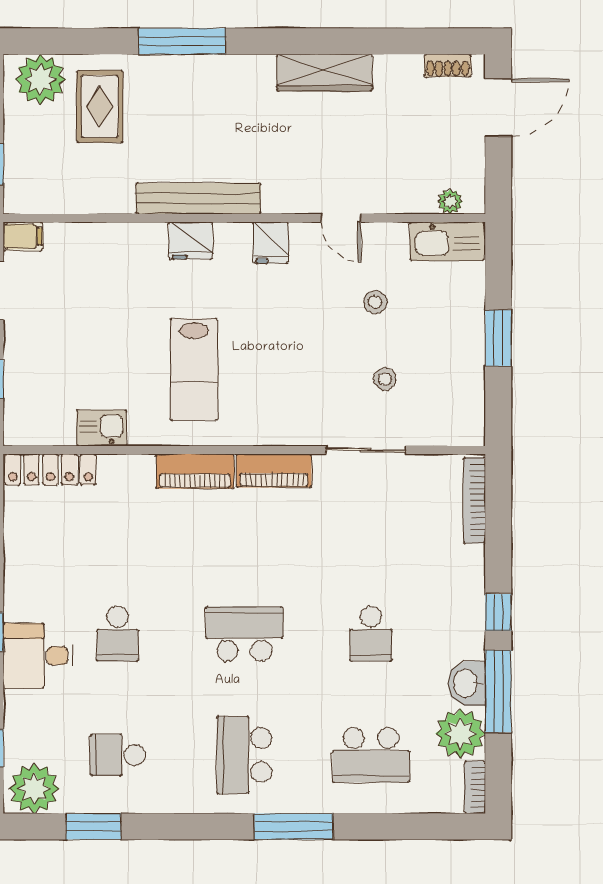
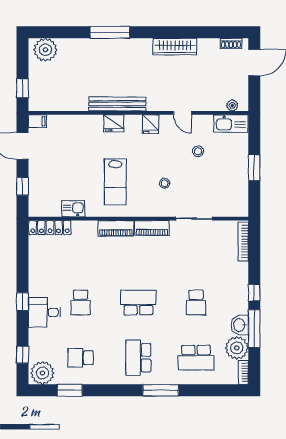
rug: (100, 106) -> (72, 62), removed
stool: (385, 379) -> (165, 183), moved

